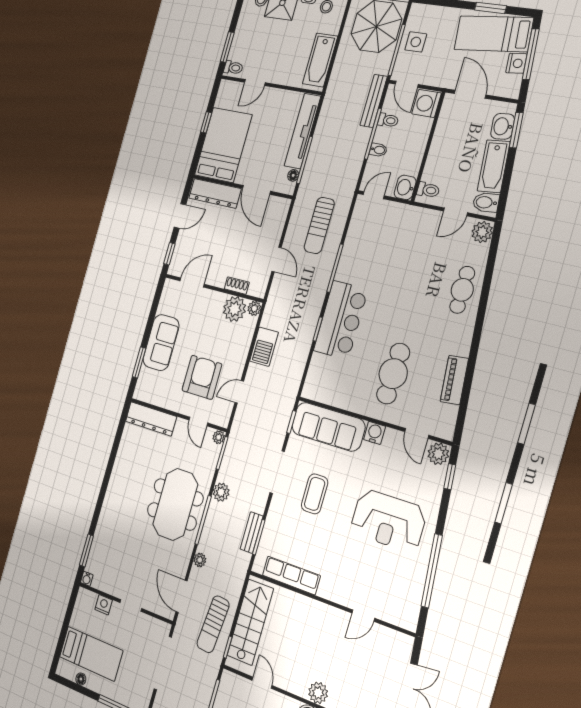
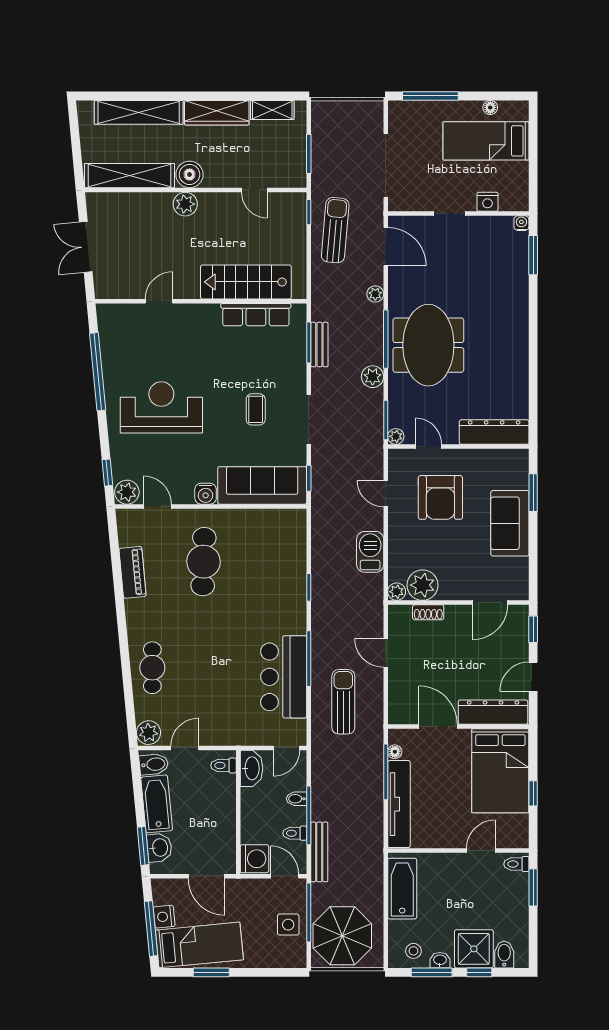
washbasin: (405, 187) -> (251, 768), width x1.38
bar counter: (341, 320) -> (284, 677), moved
door: (239, 392) -> (386, 494), swing flipped
coffee table: (315, 494) -> (256, 409), width x0.73, depth x0.77
stairs: (250, 622) -> (246, 282), moved, turned 90

